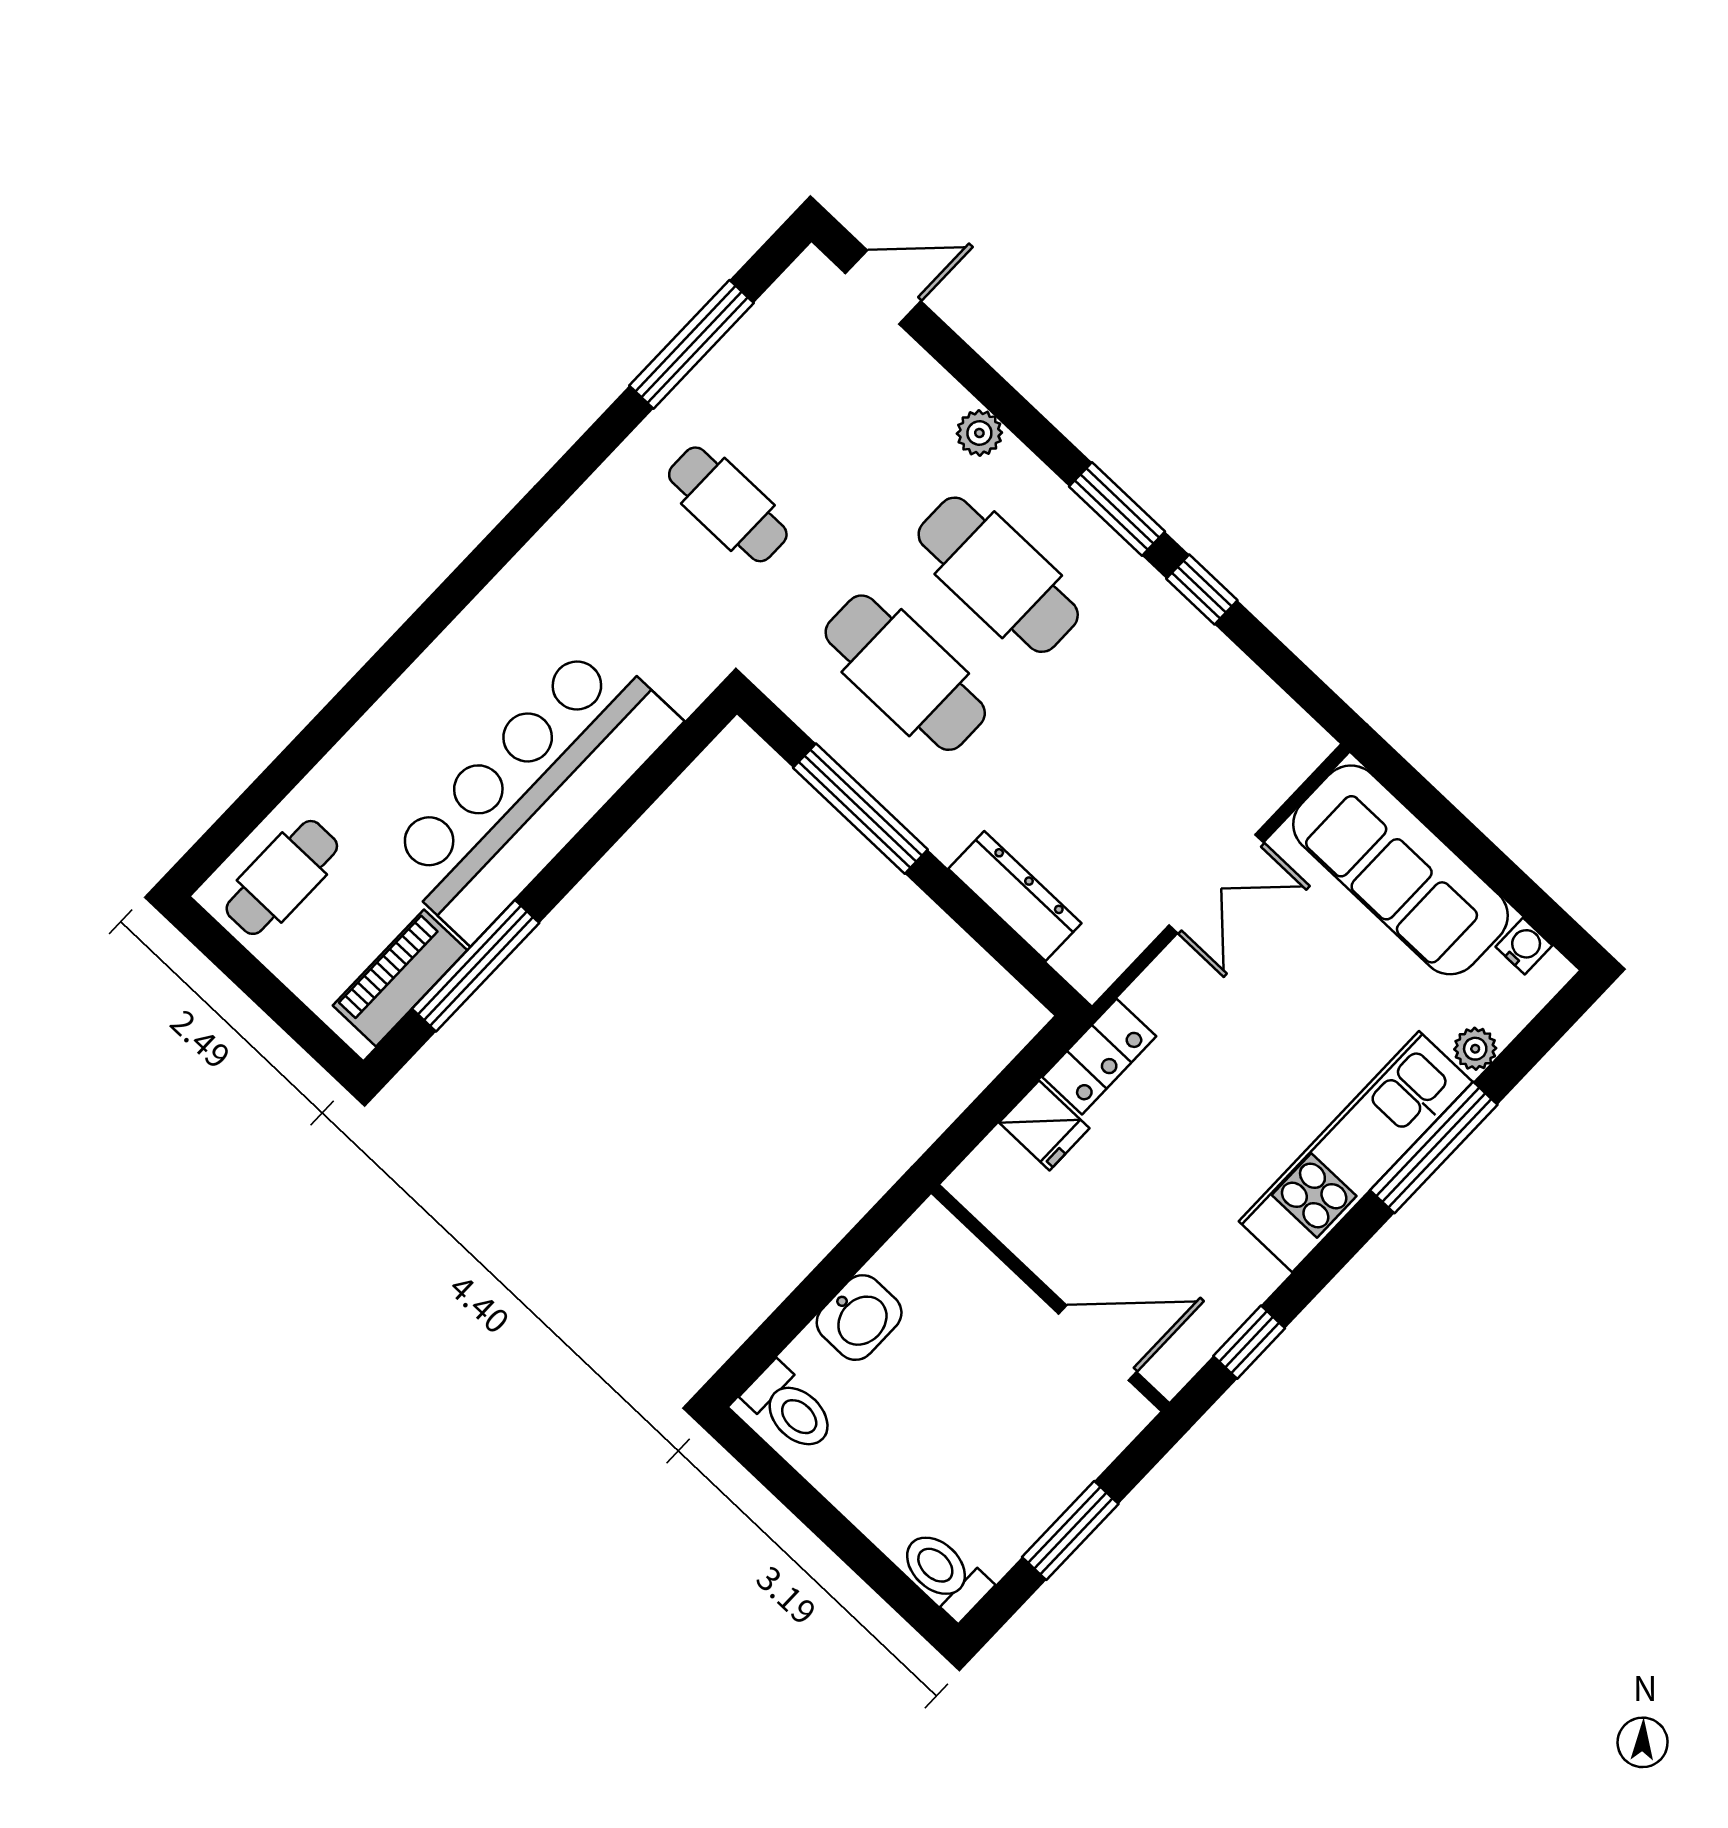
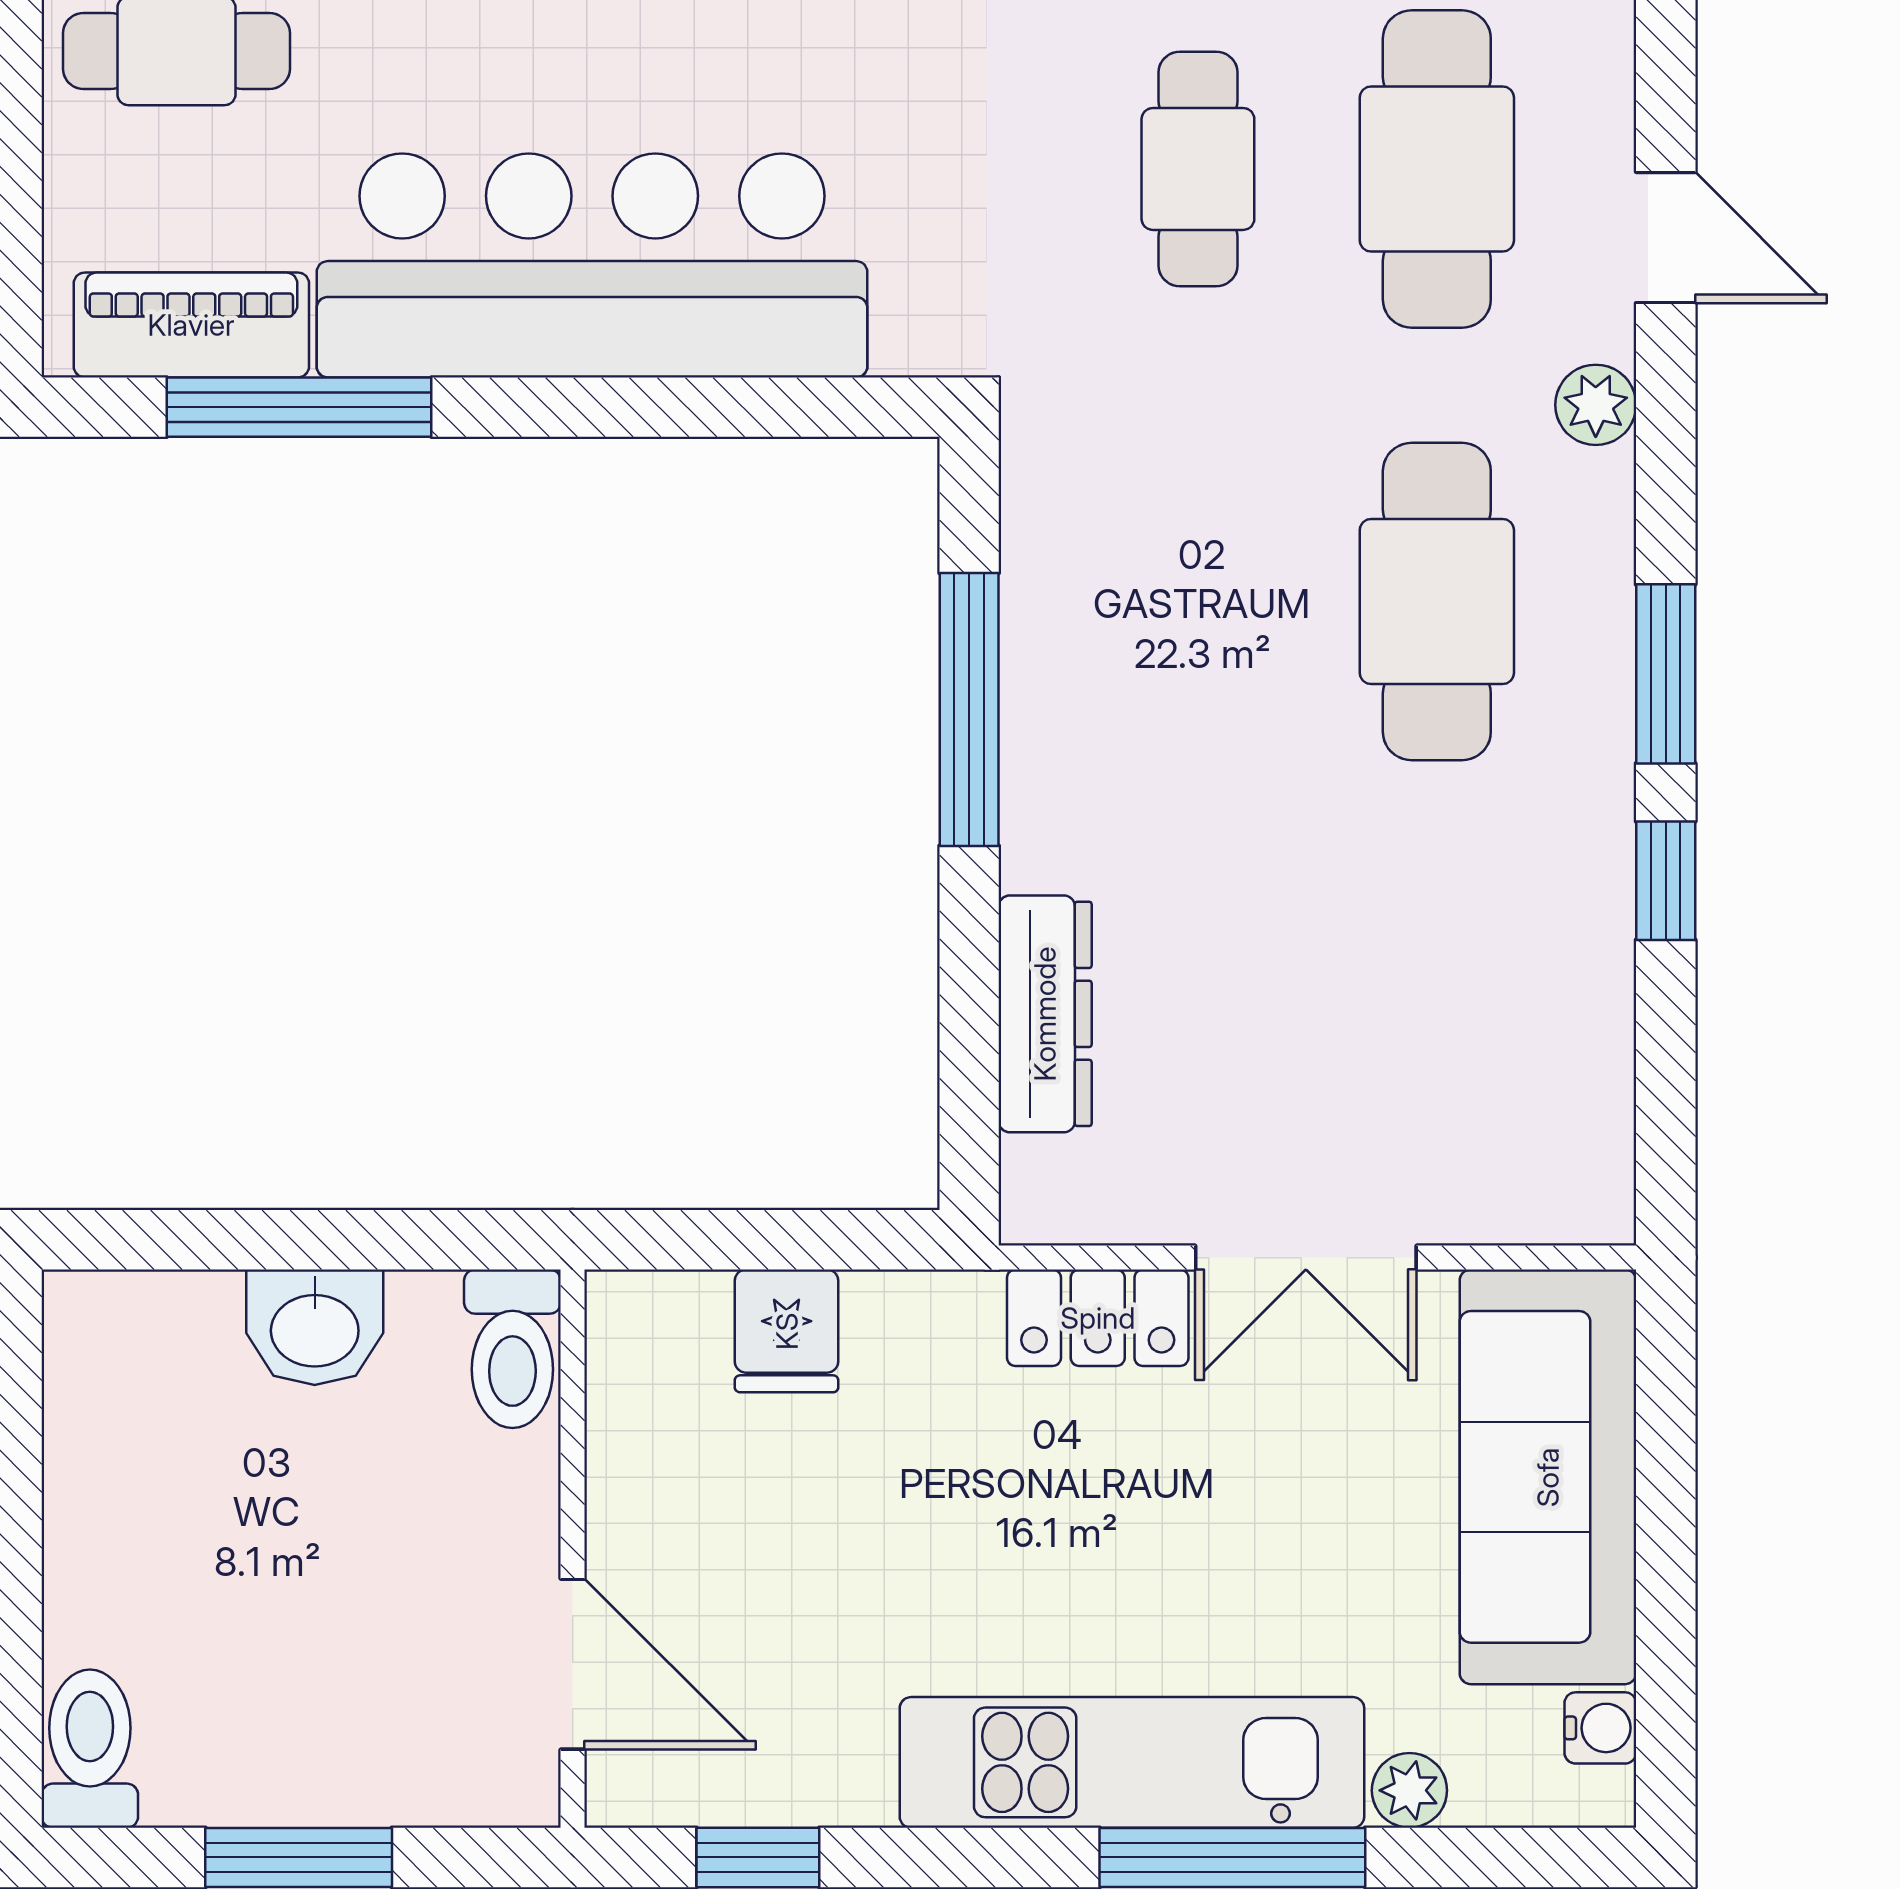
door: (883, 287) -> (1666, 238), moved
cafe table: (905, 673) -> (1437, 169), moved
locker: (1099, 1057) -> (1098, 1318), moved
toilet: (790, 1408) -> (512, 1349), moved

